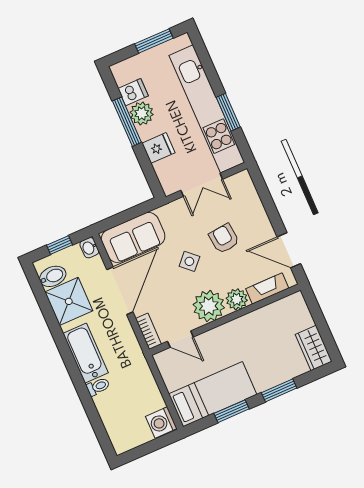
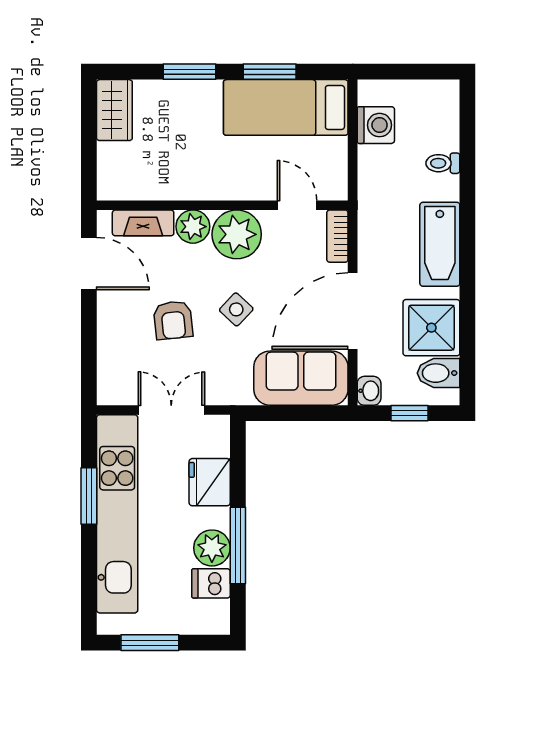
fridge: (158, 148) -> (210, 482), width x1.38
toilet: (98, 387) -> (443, 163), moved
washing machine: (161, 422) -> (376, 125), moved

